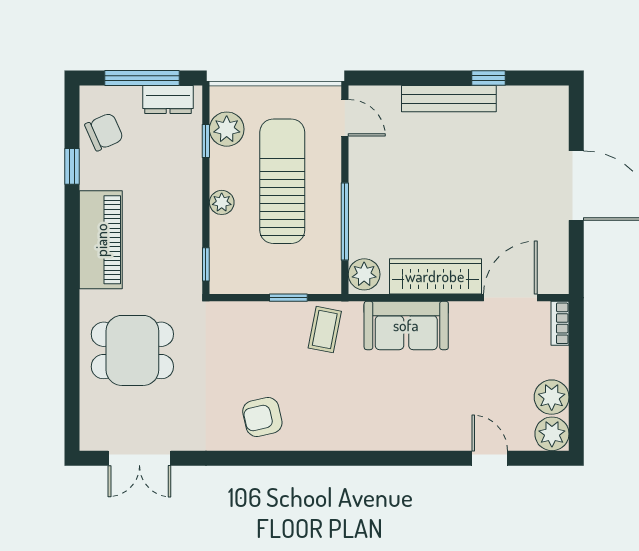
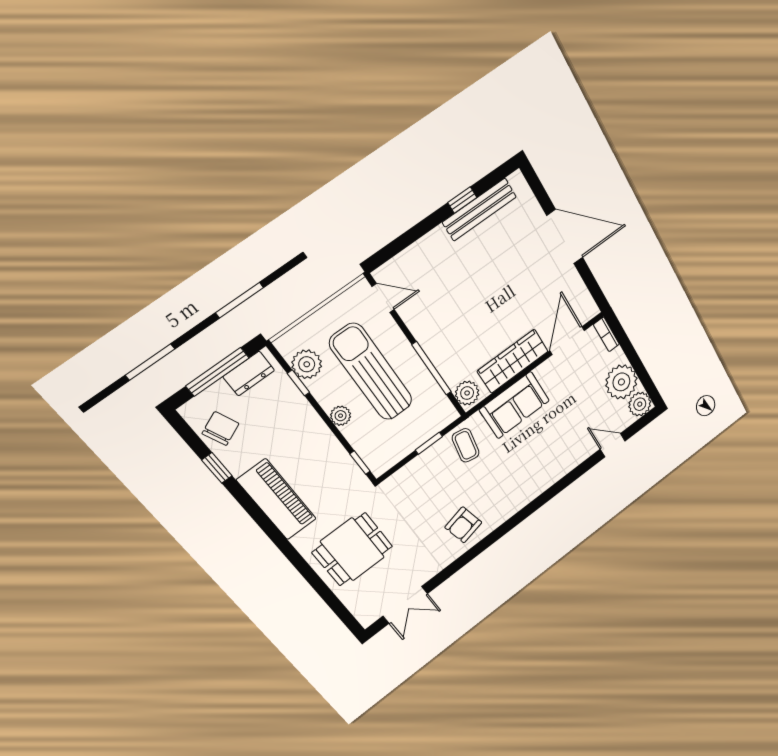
bench: (449, 99) -> (480, 210), moved
plant: (552, 397) -> (621, 382), width x1.36, depth x1.36

